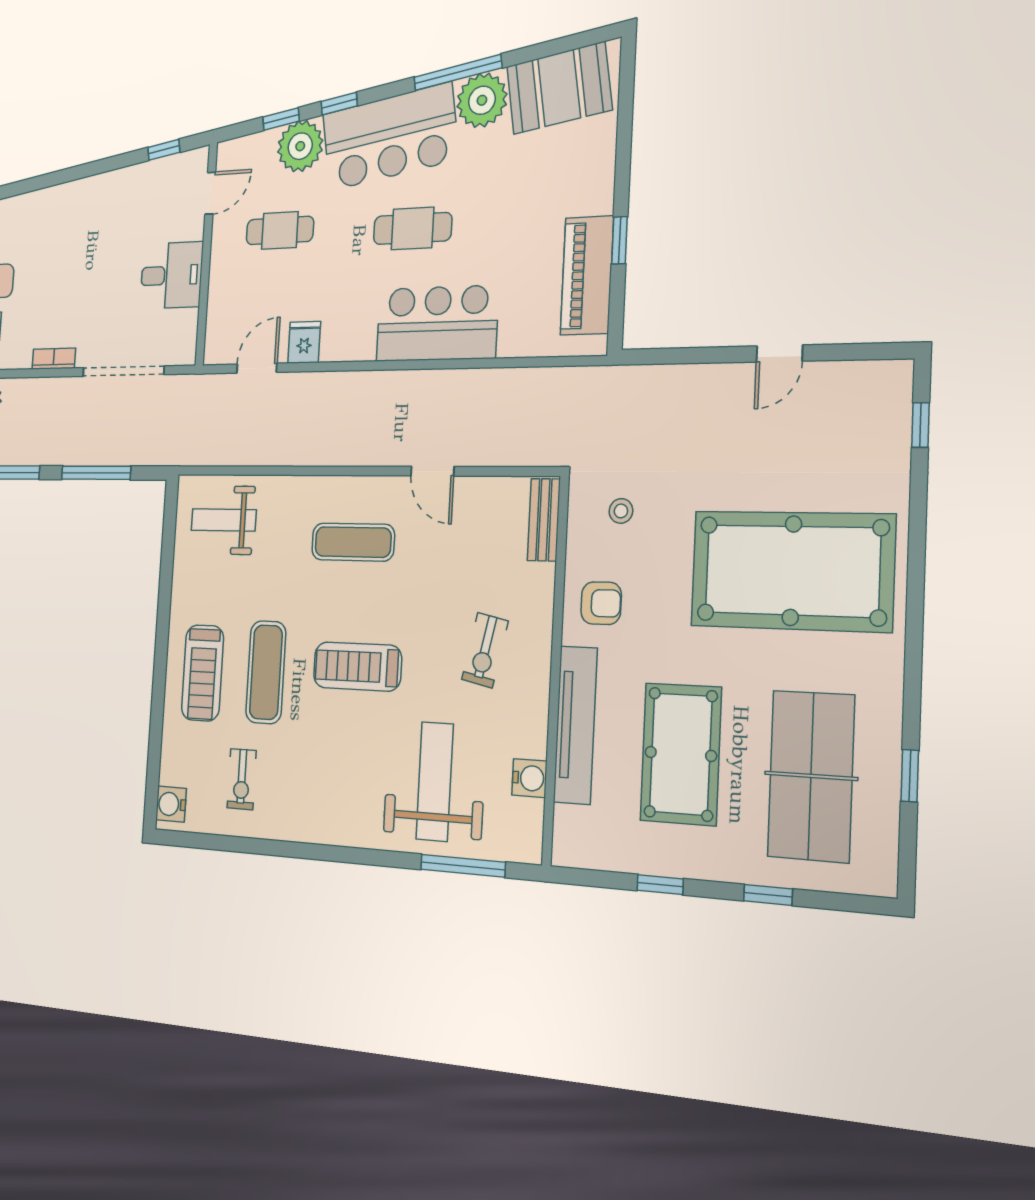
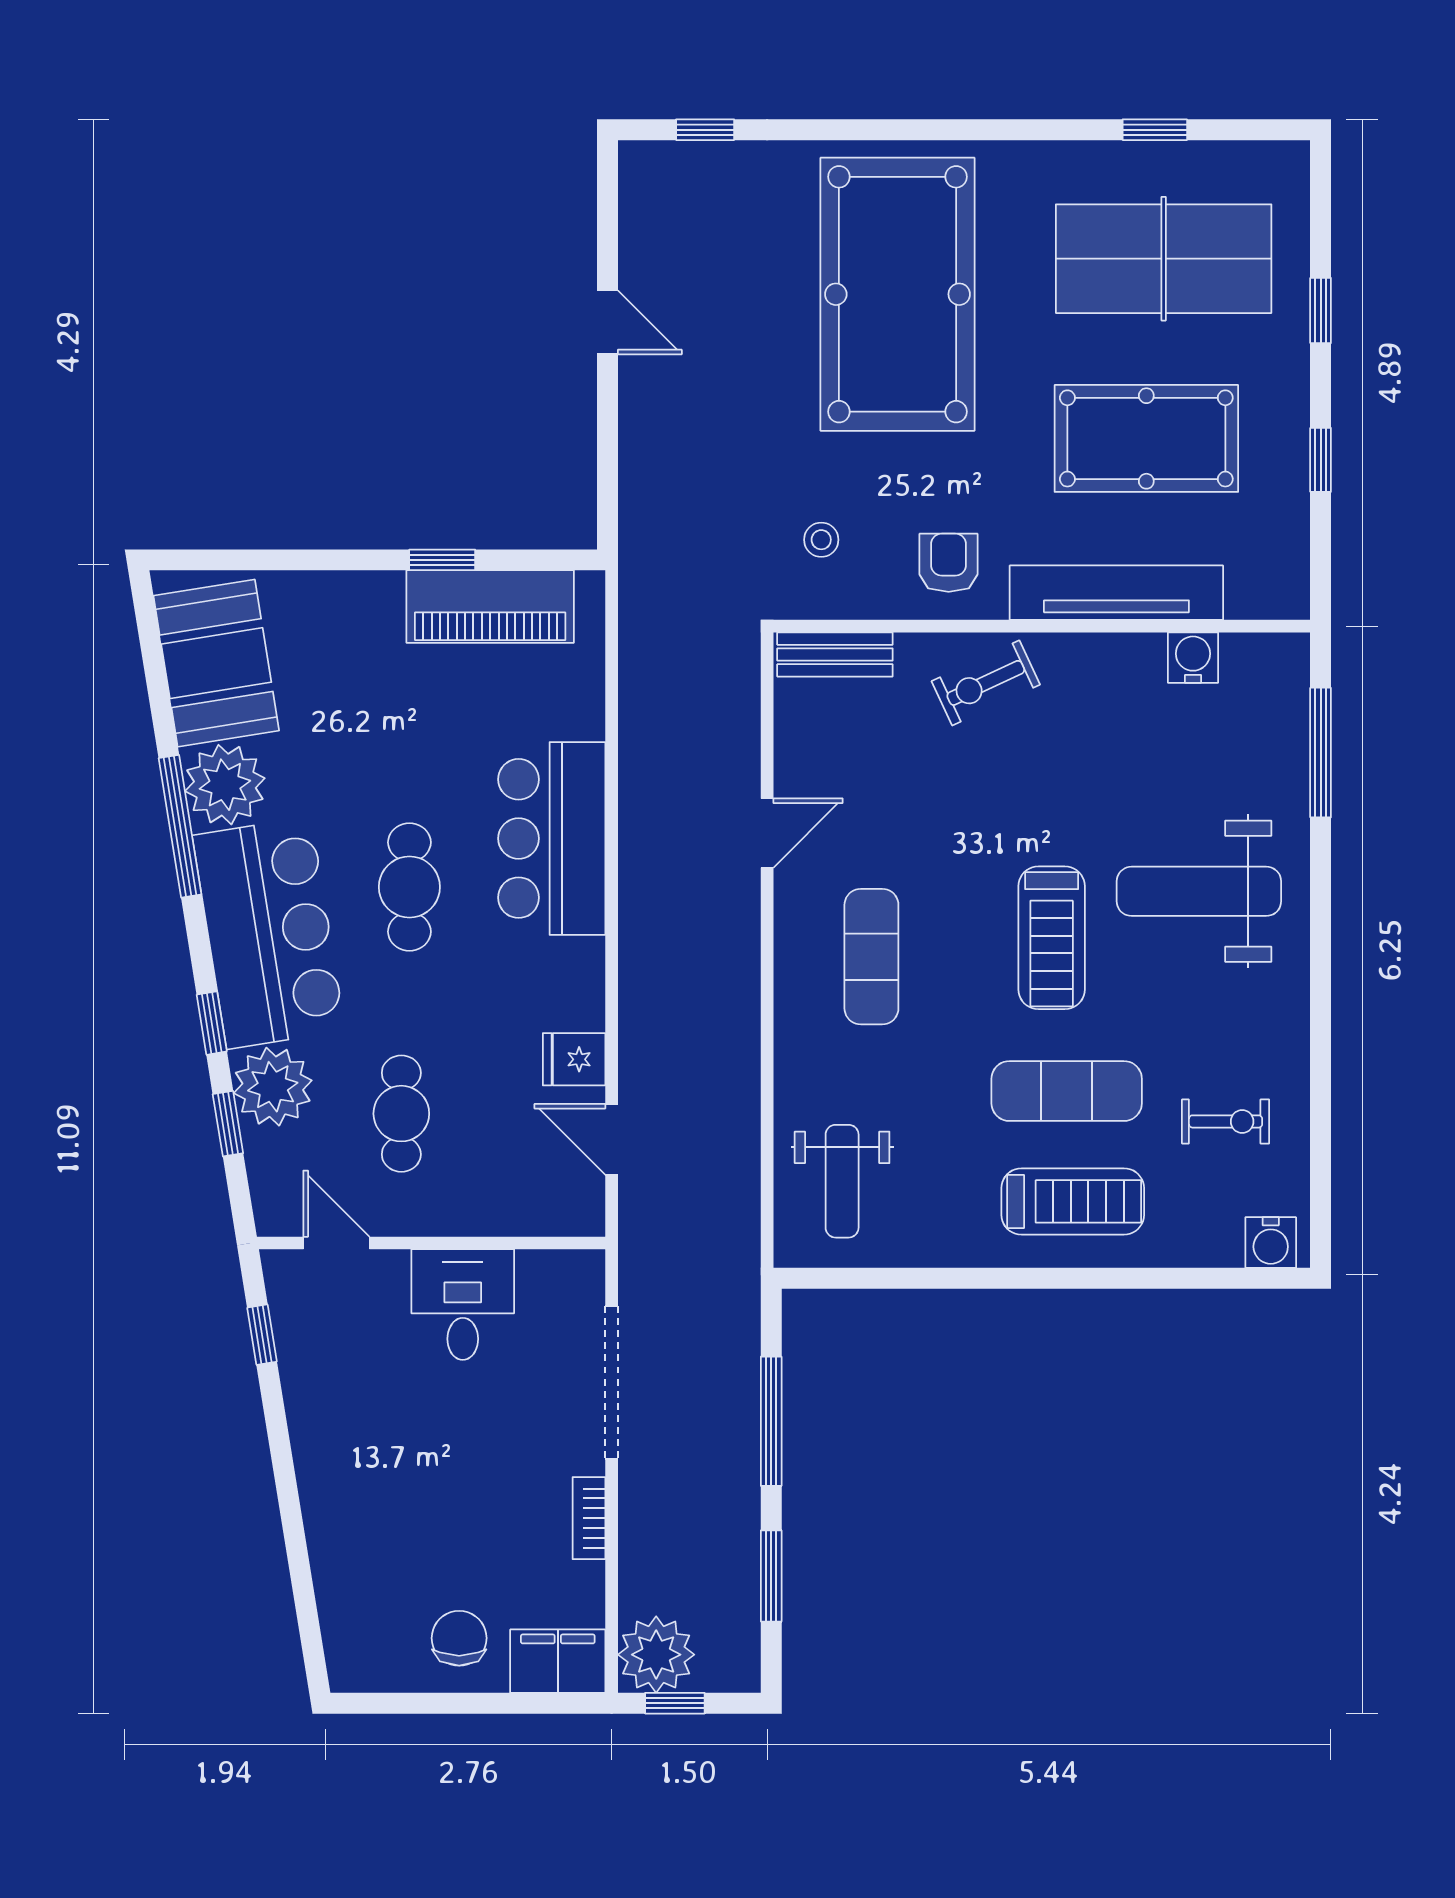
exercise bike: (485, 650) -> (986, 683), moved, turned 143
weight bench: (435, 782) -> (1199, 891), moved

